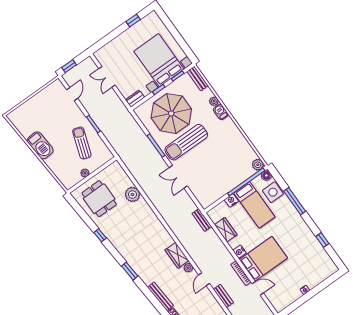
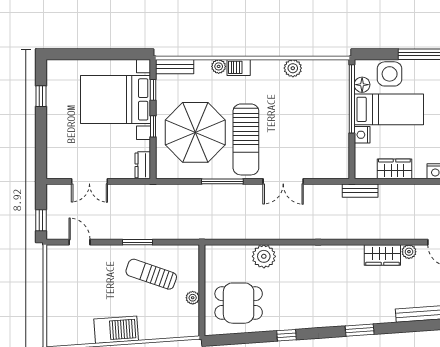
plant: (258, 165) -> (293, 68), moved
floor lamp: (266, 175) -> (362, 85), moved

